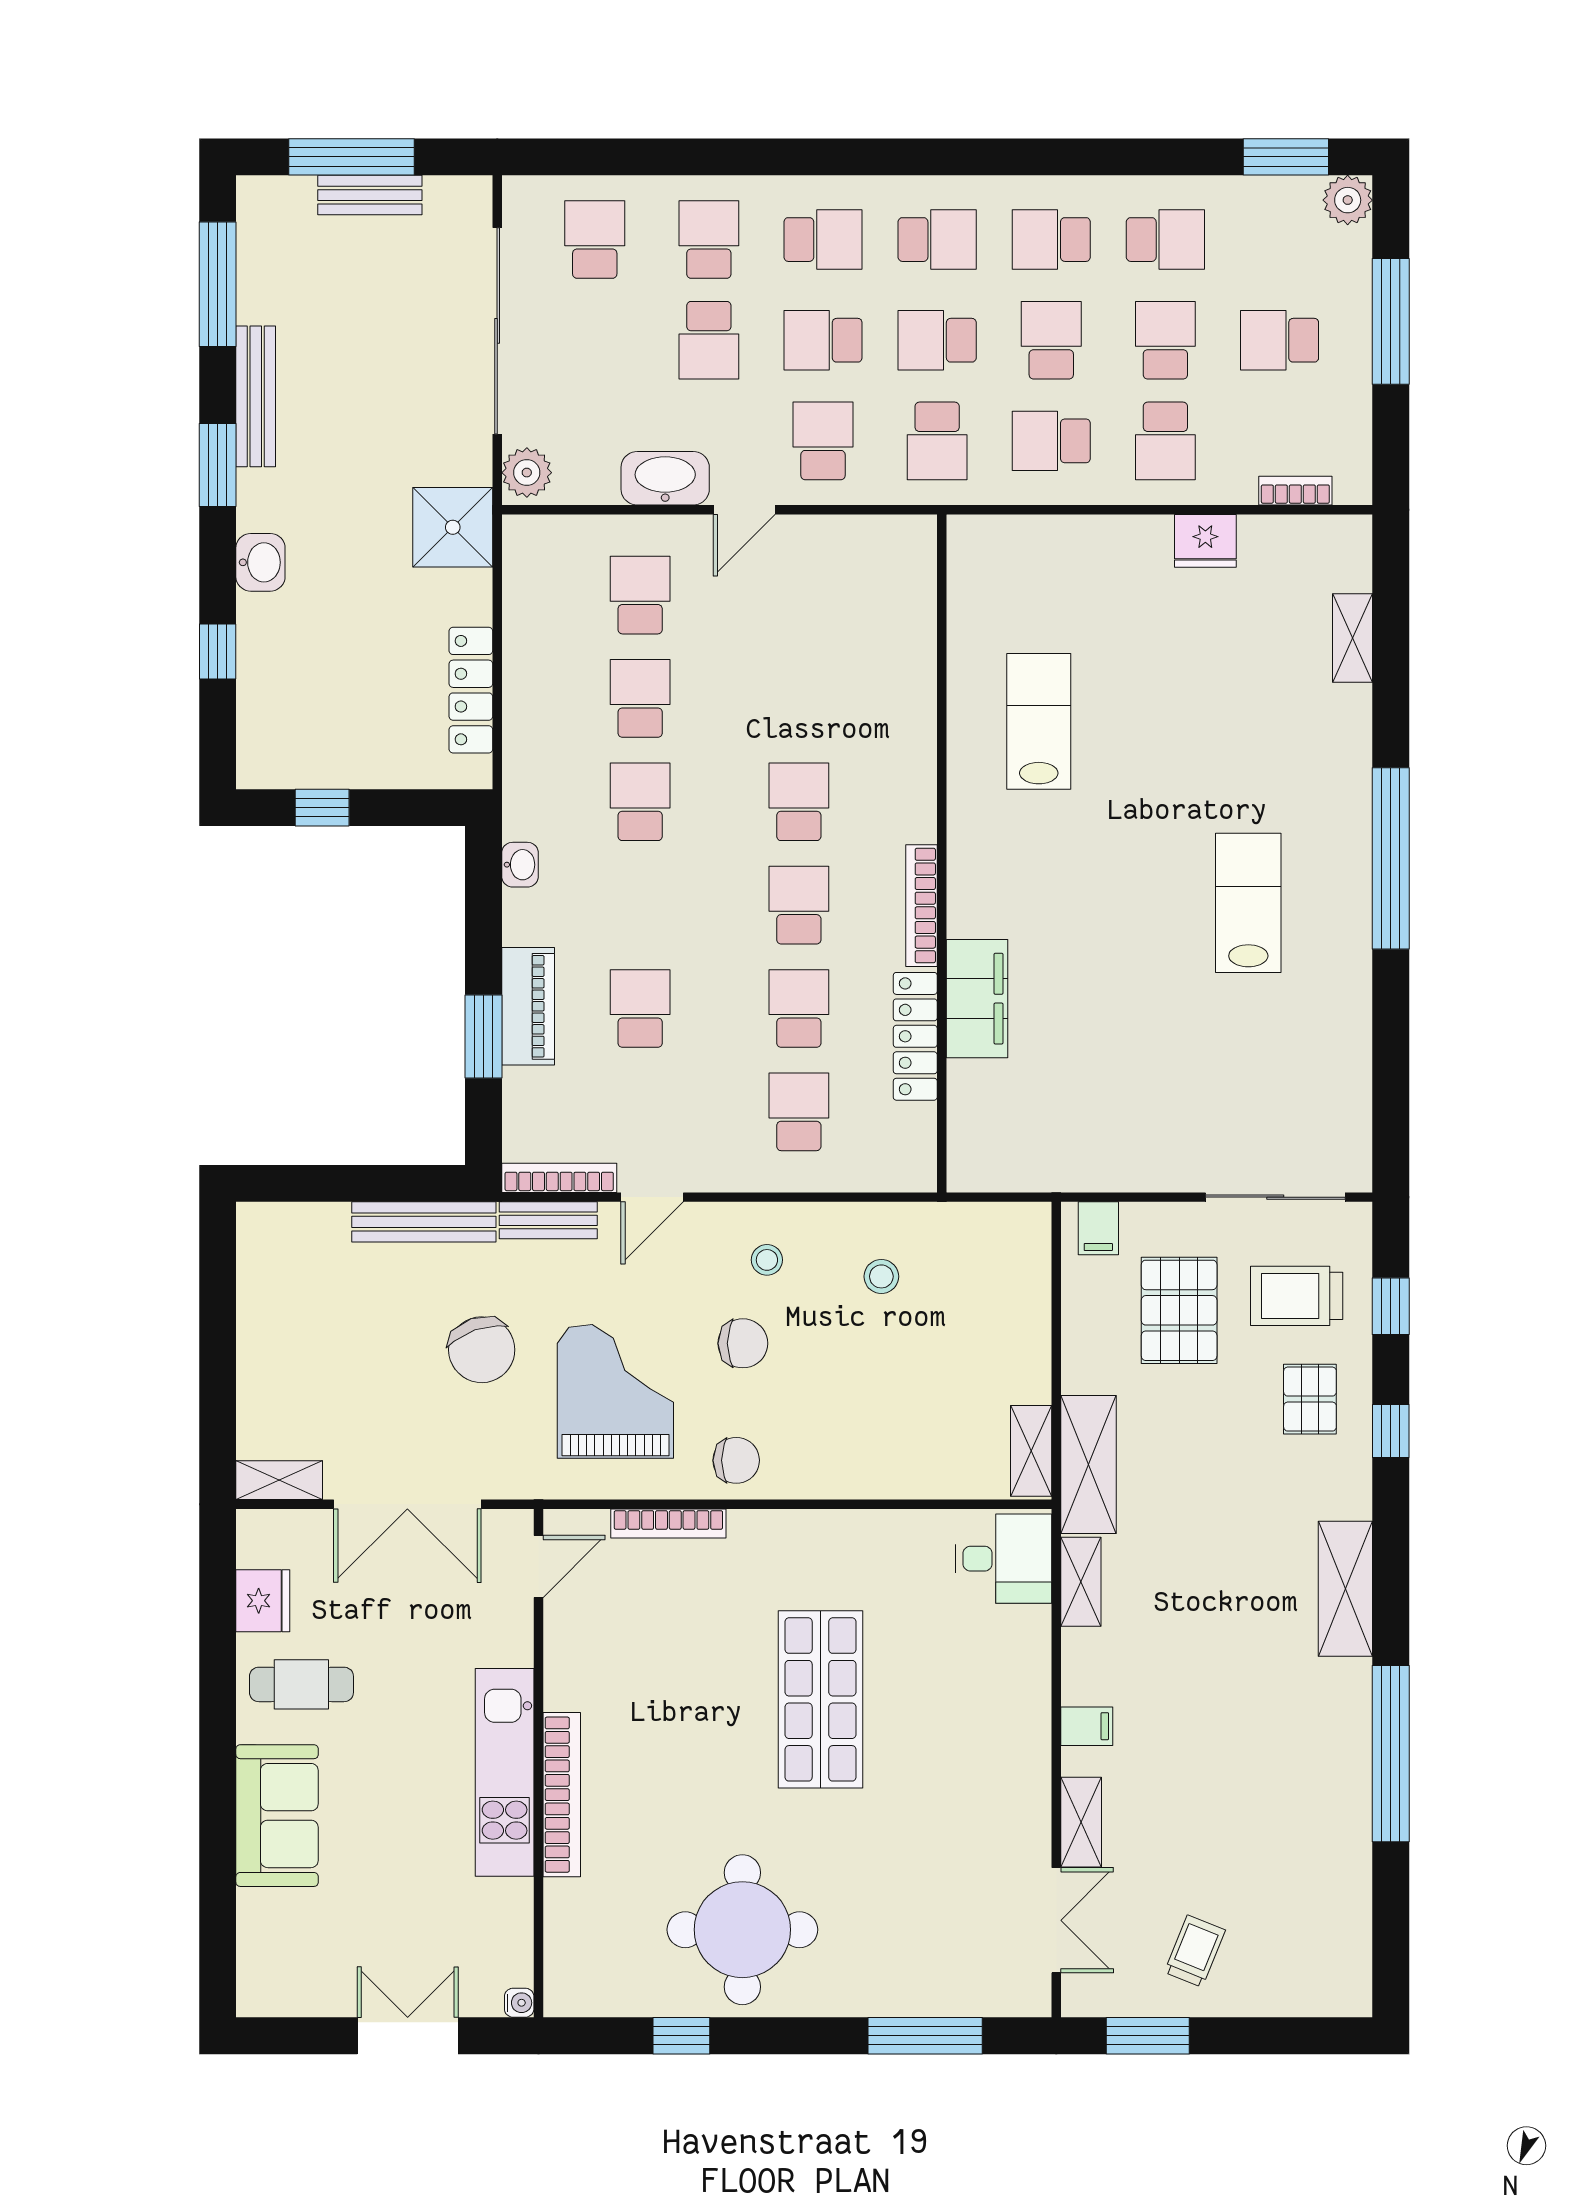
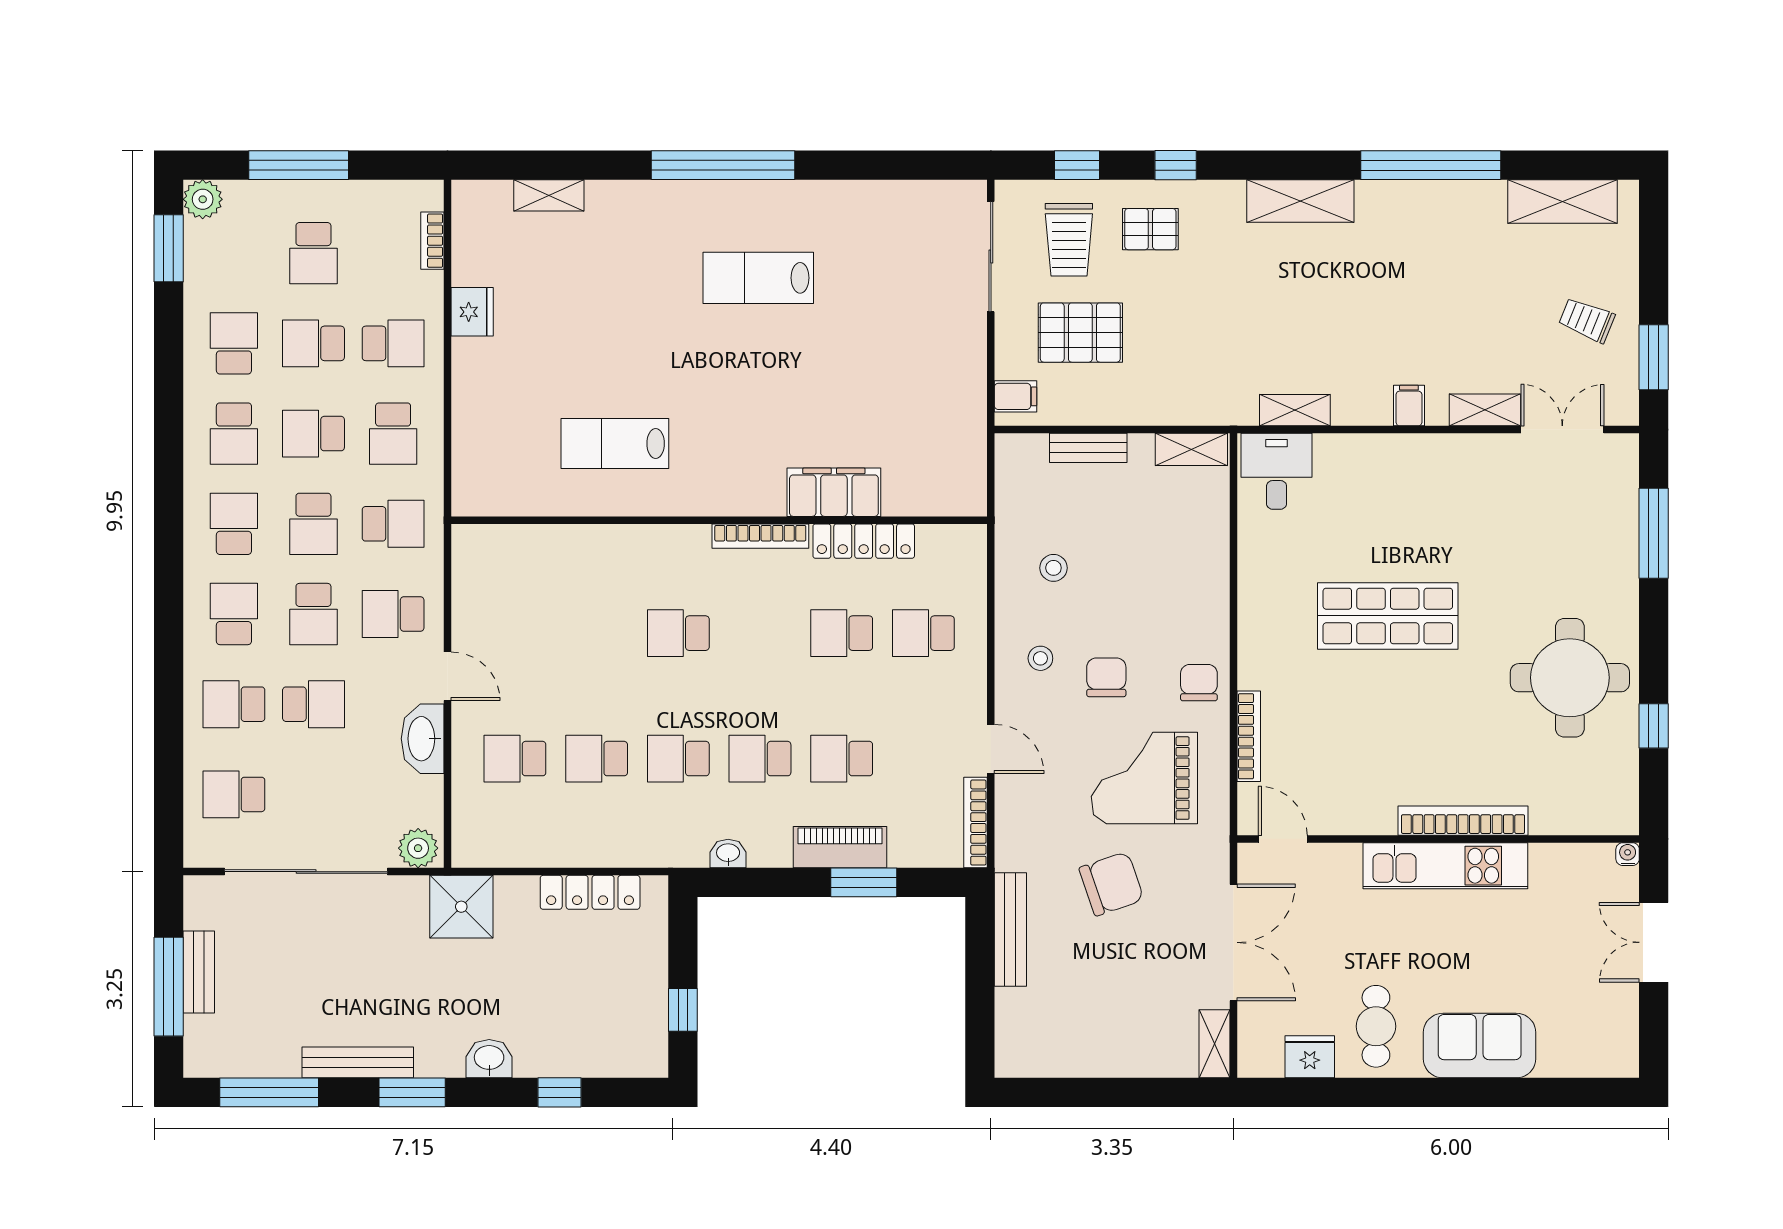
school desk: (799, 905) -> (760, 759), moved
bench: (548, 1220) -> (1088, 448), moved, turned 90
shelving: (1088, 1464) -> (1562, 202), moved

